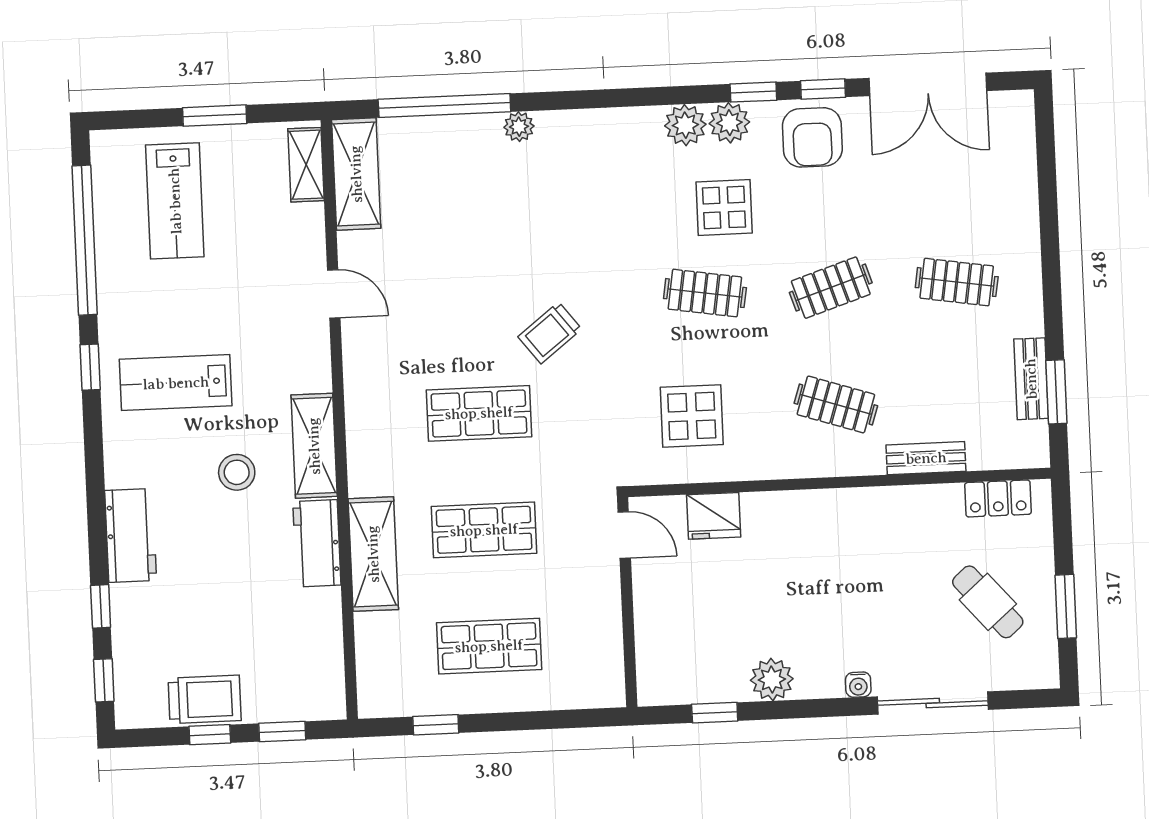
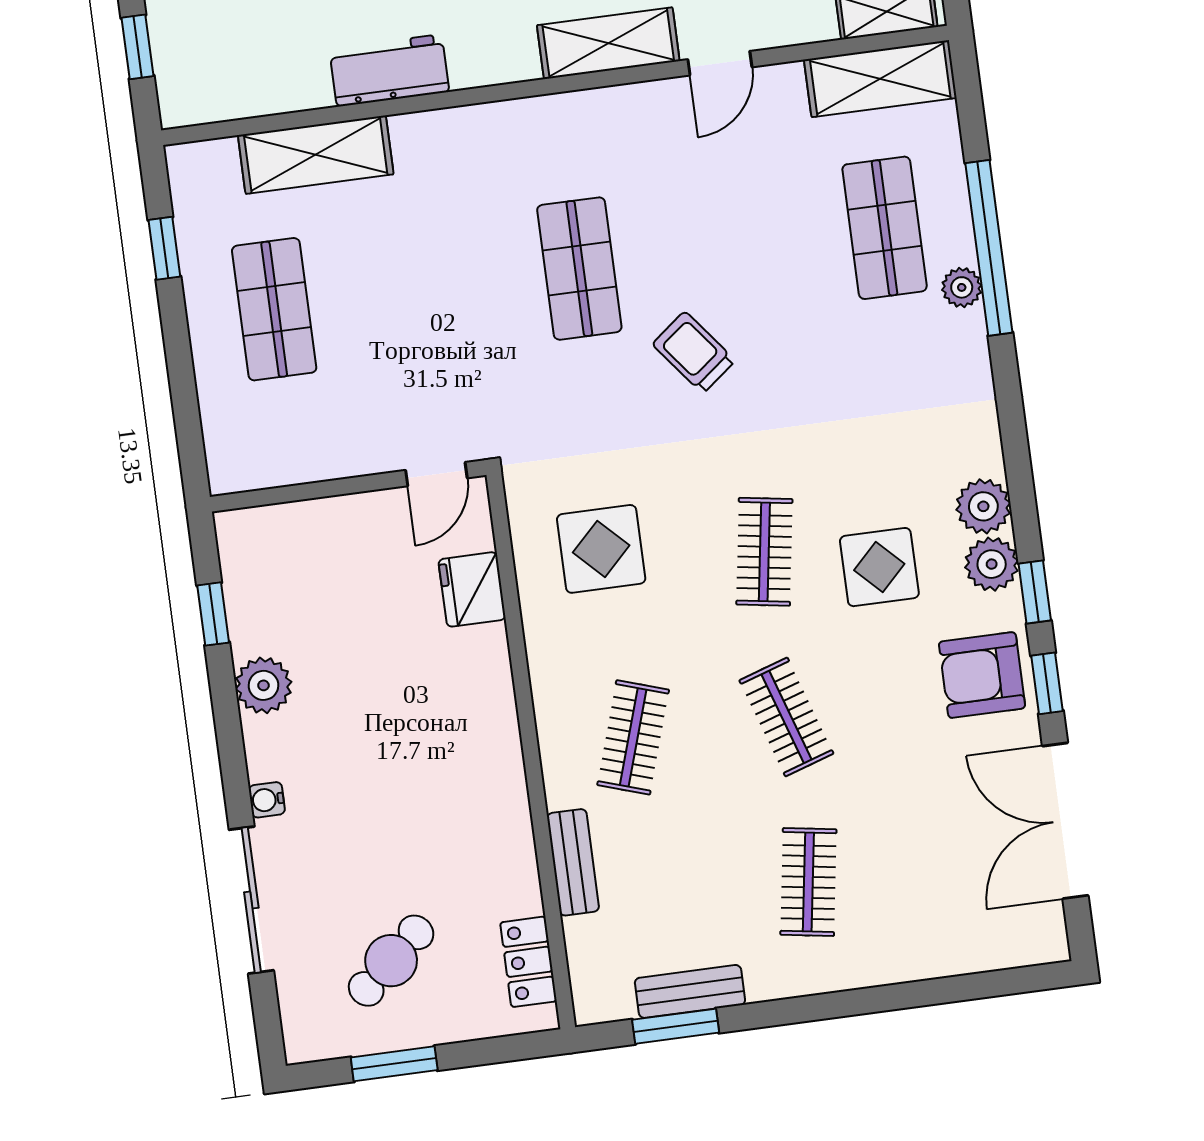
window: (444, 106) -> (989, 248), moved
shelving: (314, 446) -> (608, 43), moved
shop shelf: (484, 530) -> (885, 228), moved
shelving: (373, 554) -> (316, 155), moved

